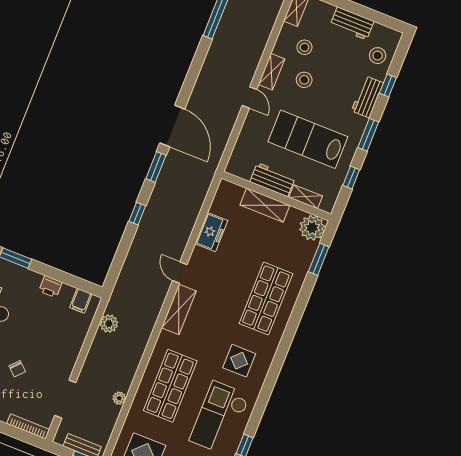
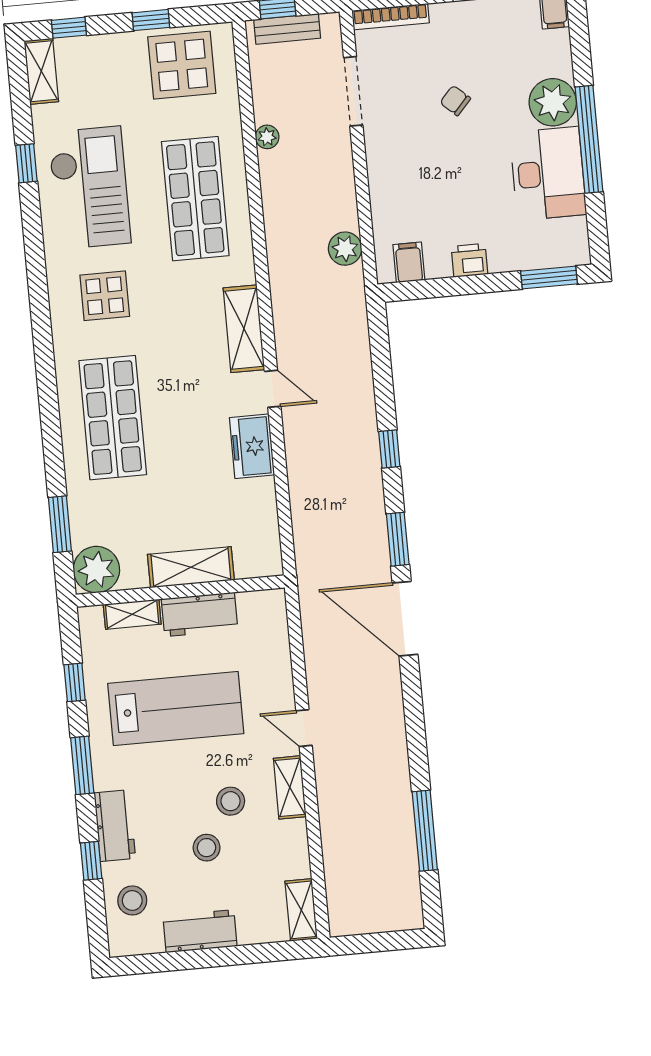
stool: (304, 47) -> (207, 848), moved
freezer: (211, 232) -> (252, 446), moved

